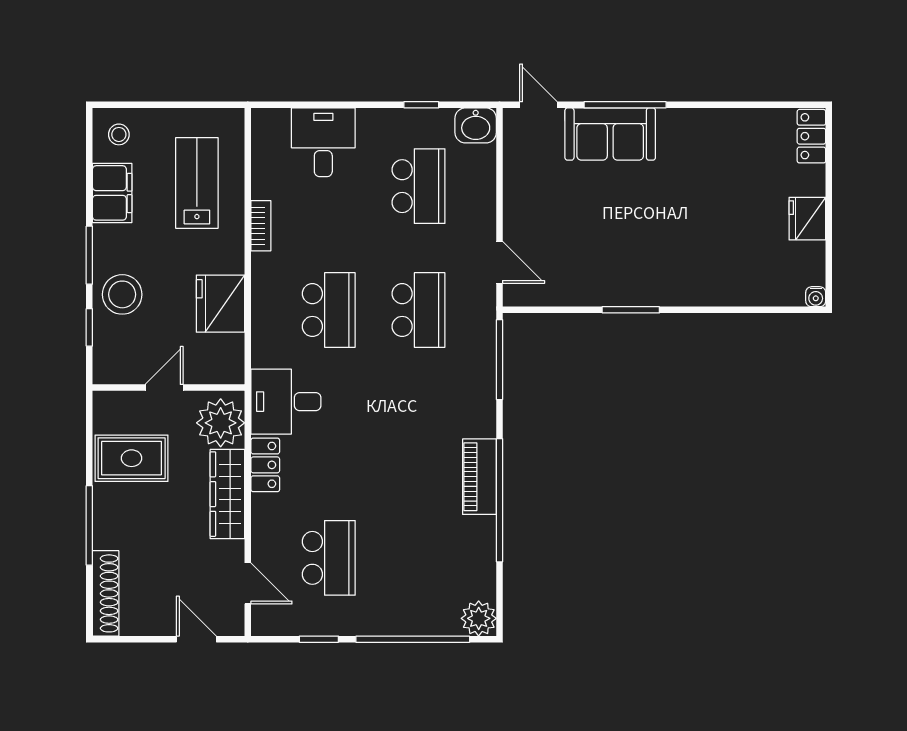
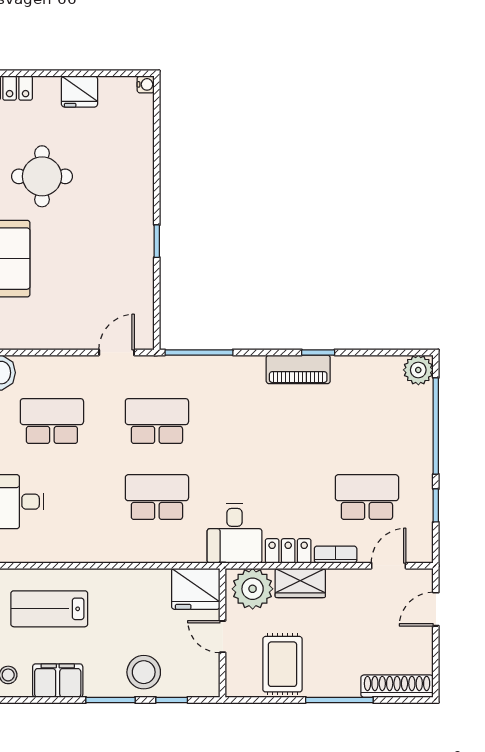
round table: (707, 174) -> (42, 176), added
bookcase: (261, 226) -> (336, 555), moved
fridge: (221, 304) -> (196, 589), moved
window: (631, 310) -> (157, 241), width x0.67
wardrobe: (227, 494) -> (300, 583), width x0.67
window: (499, 500) -> (318, 352), width x0.32

